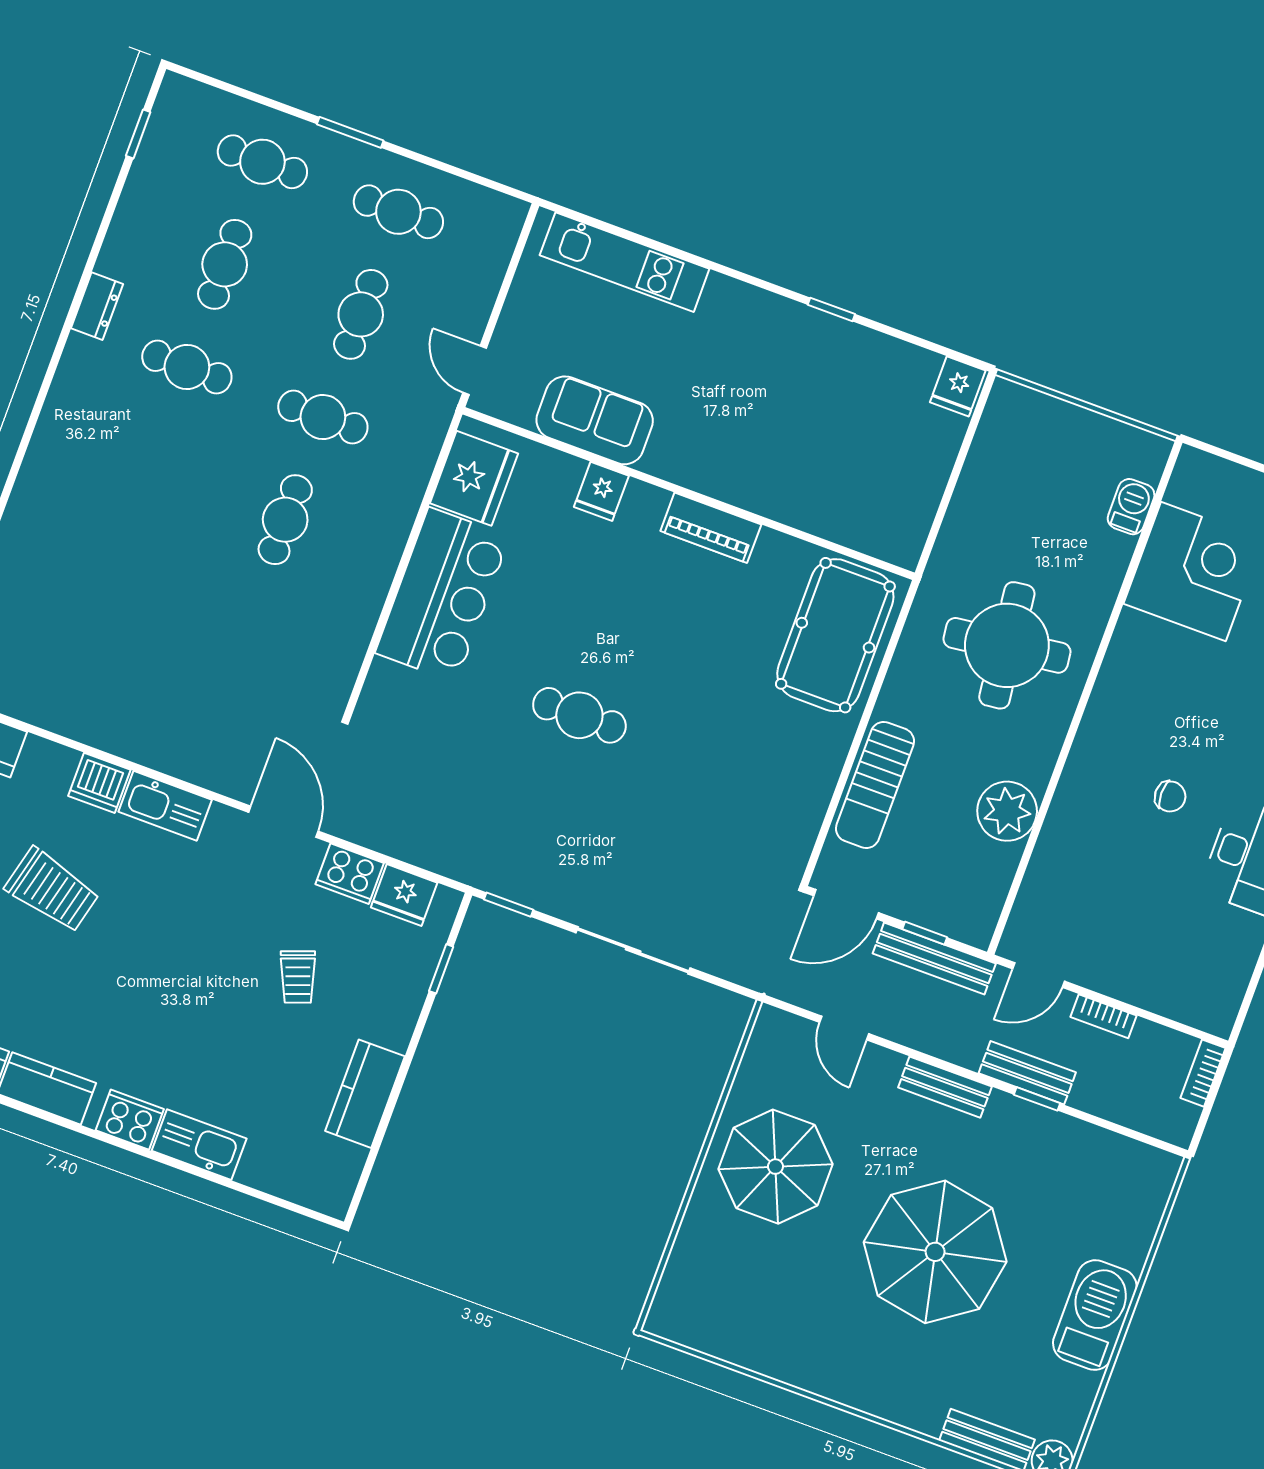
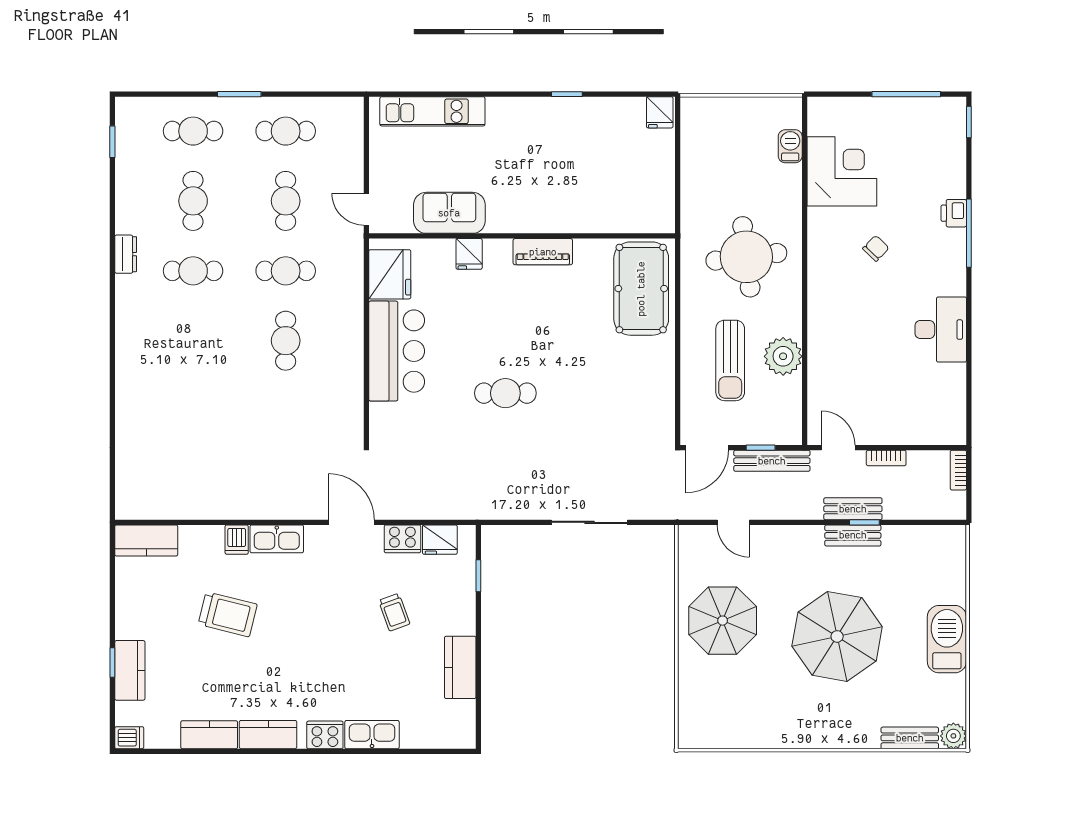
dishwasher: (99, 783) -> (237, 540), width x0.73
sun lounger: (875, 785) -> (730, 360), moved
chair: (1170, 796) -> (876, 248), moved, turned -46
window: (509, 905) -> (505, 522), removed
door: (1038, 975) -> (838, 448), swing flipped
bench: (945, 1087) -> (853, 535), moved

